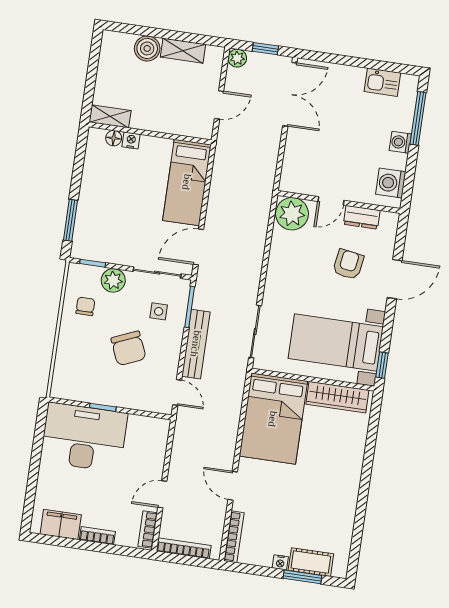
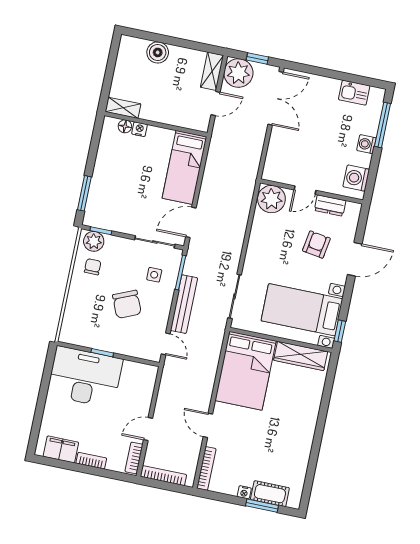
shelving: (183, 51) -> (212, 71), moved, turned 90
plant: (237, 58) -> (238, 73), width x1.87, depth x1.87
plant: (113, 280) -> (94, 241), moved

